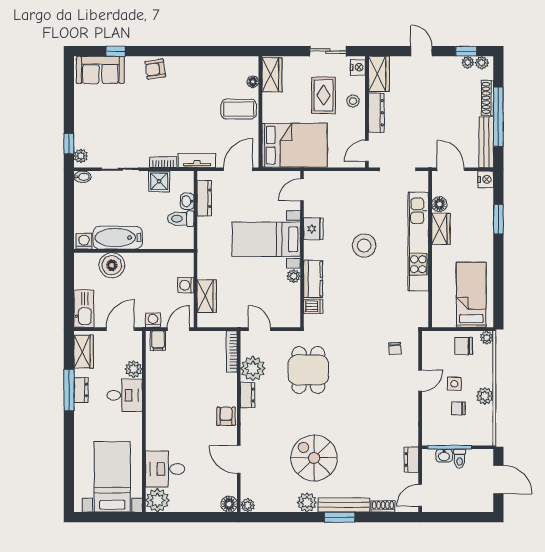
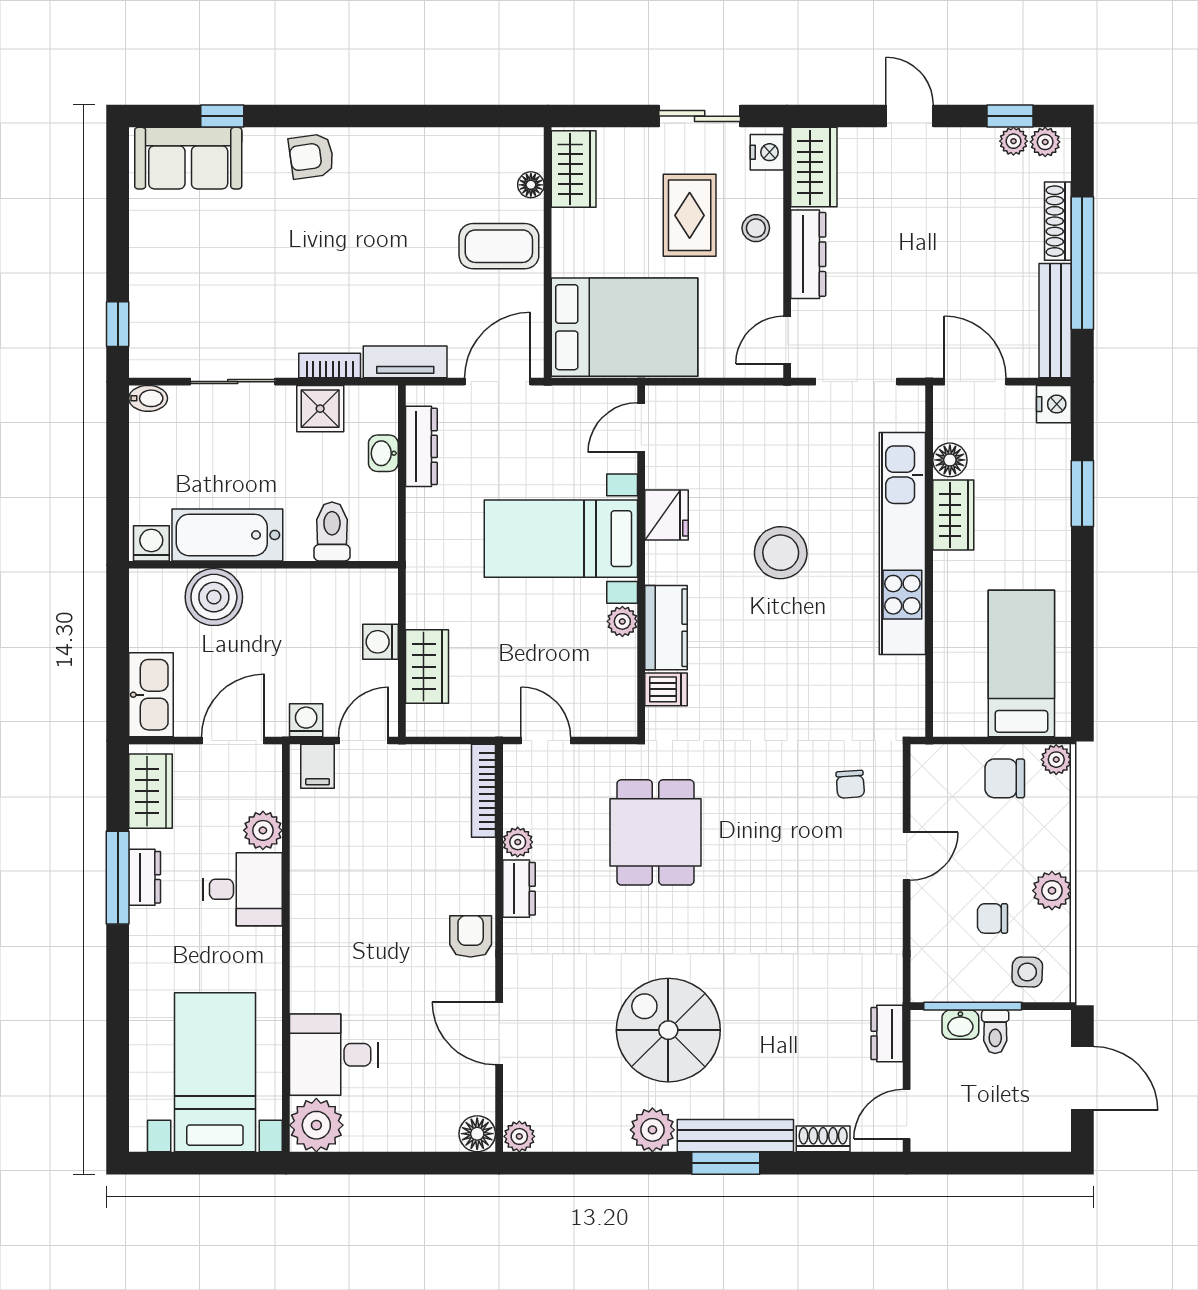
plant: (81, 156) -> (144, 351), removed
toilet: (181, 219) -> (332, 531), moved, turned 90
plant: (253, 369) -> (518, 842), width x0.53, depth x0.53
side table: (454, 384) -> (1027, 972), moved

